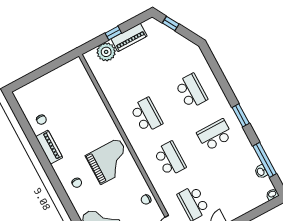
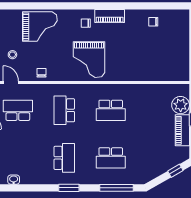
piano: (49, 147) -> (110, 16), moved
school desk: (170, 159) -> (64, 110), turned 90
window: (265, 160) -> (117, 188), moved

